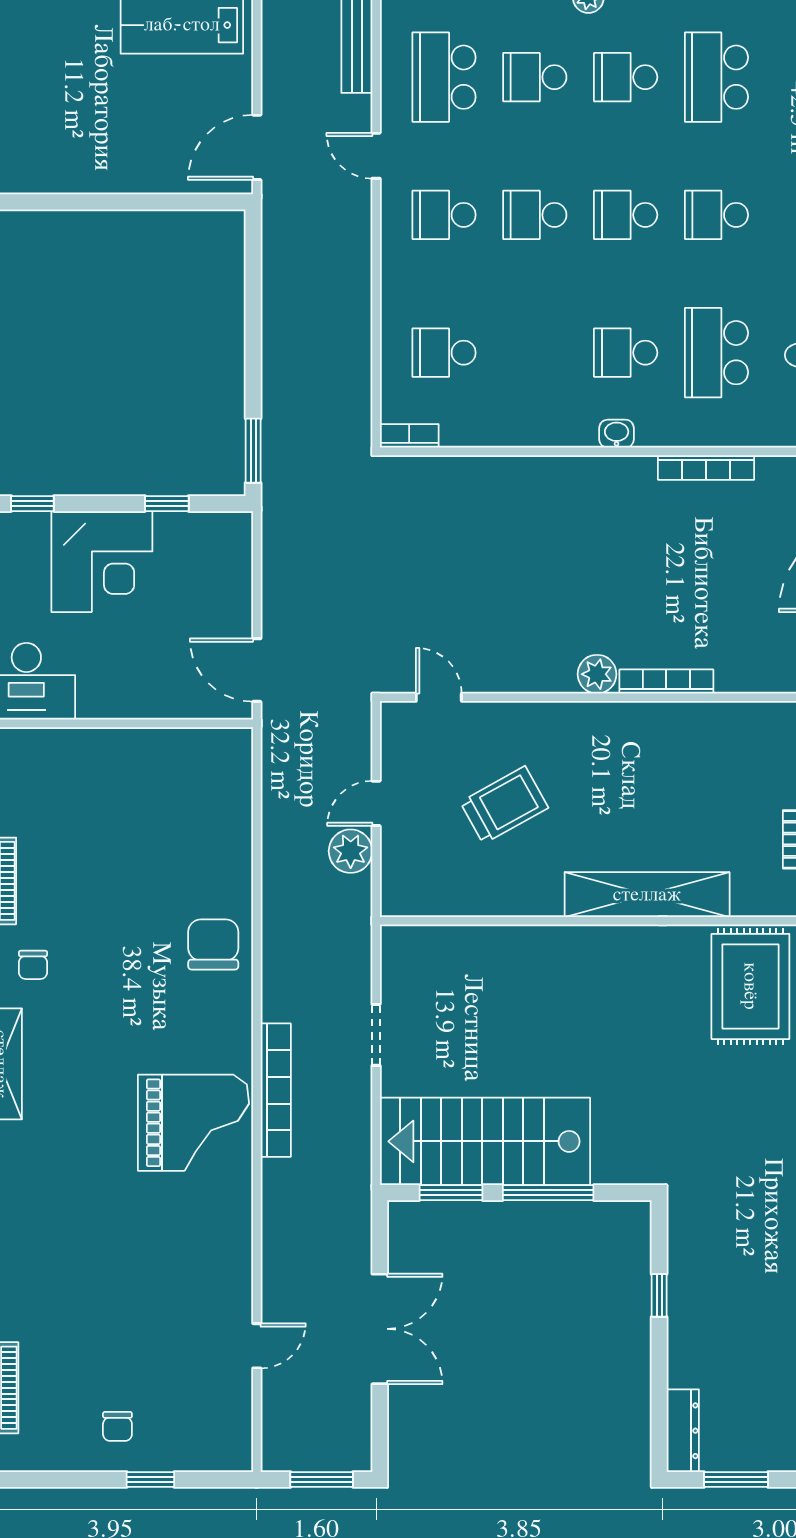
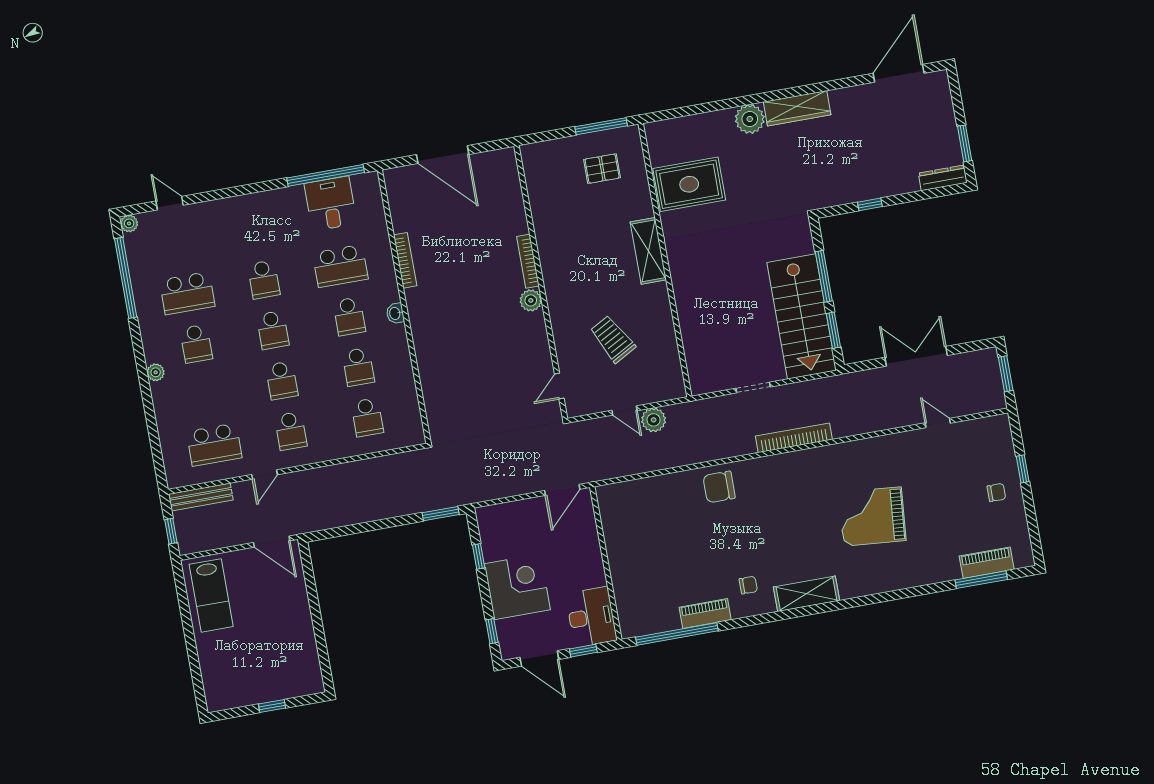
school desk: (535, 77) -> (358, 367), moved
bookcase: (409, 436) -> (417, 428), removed
shelving: (647, 895) -> (648, 251), width x0.68
grand piano: (193, 1123) -> (872, 516), moved, turned -85

